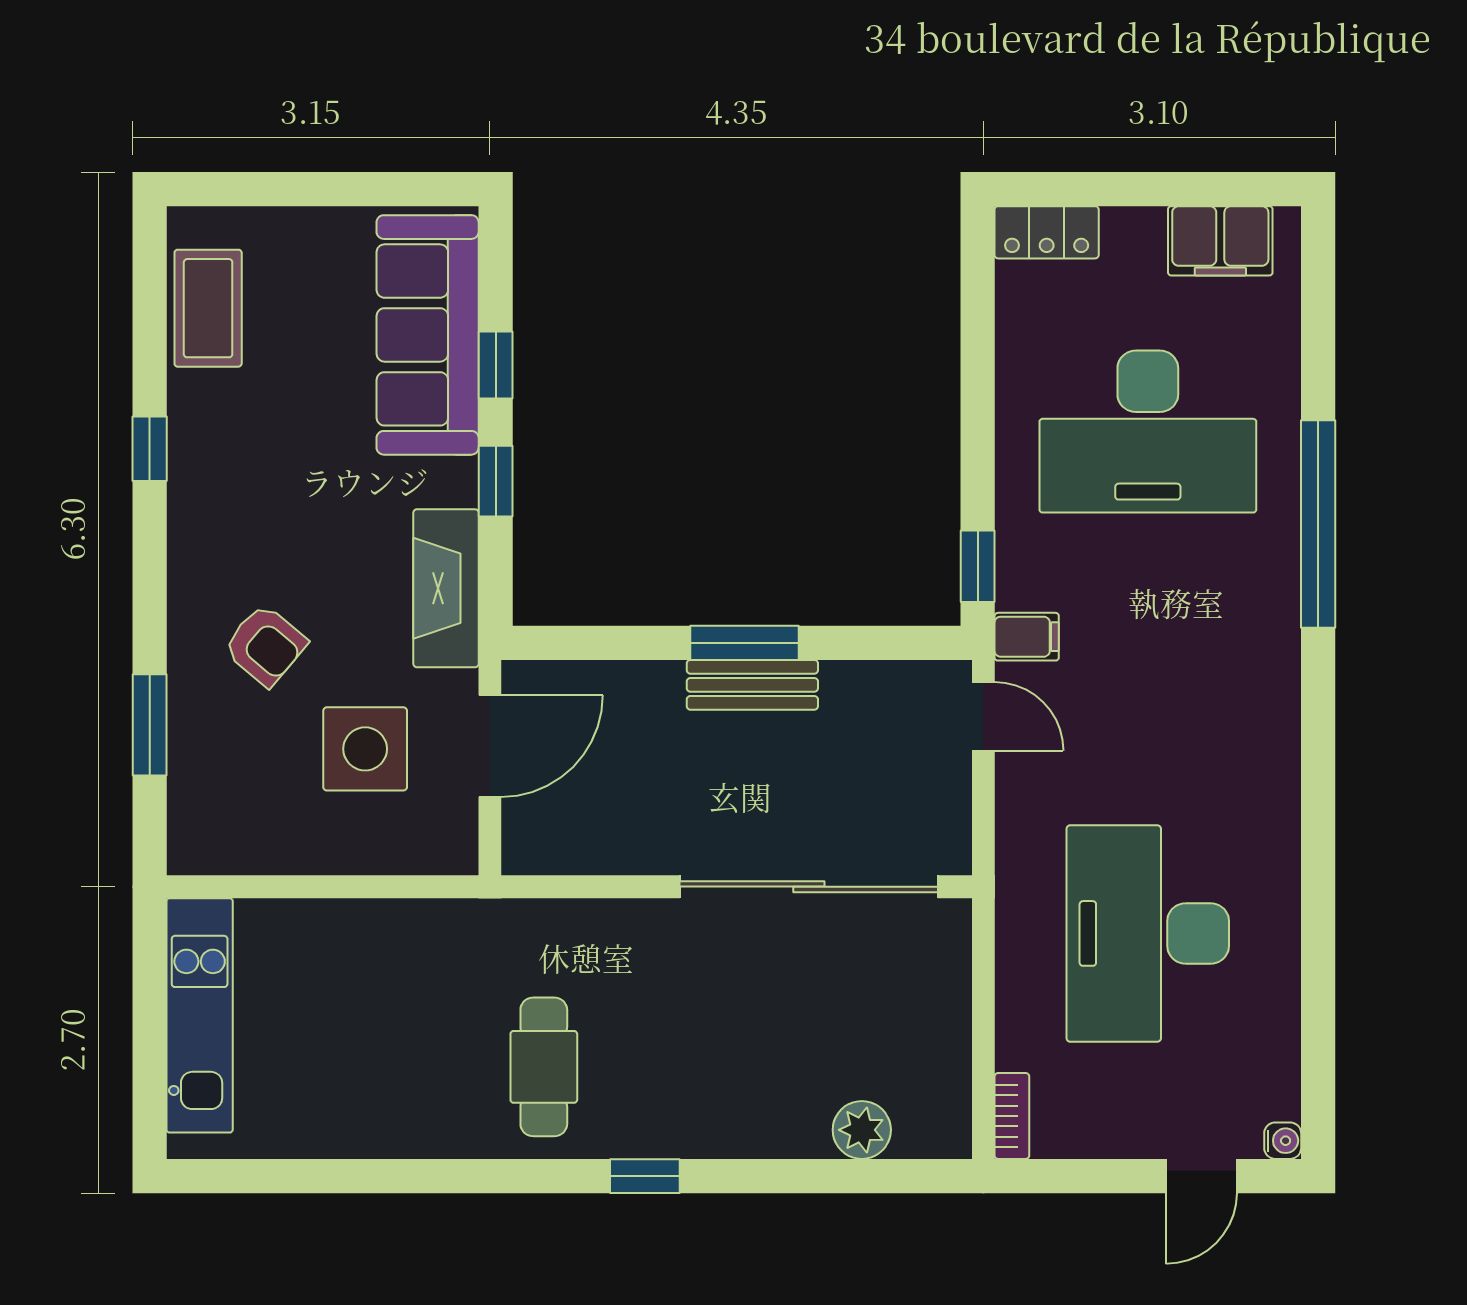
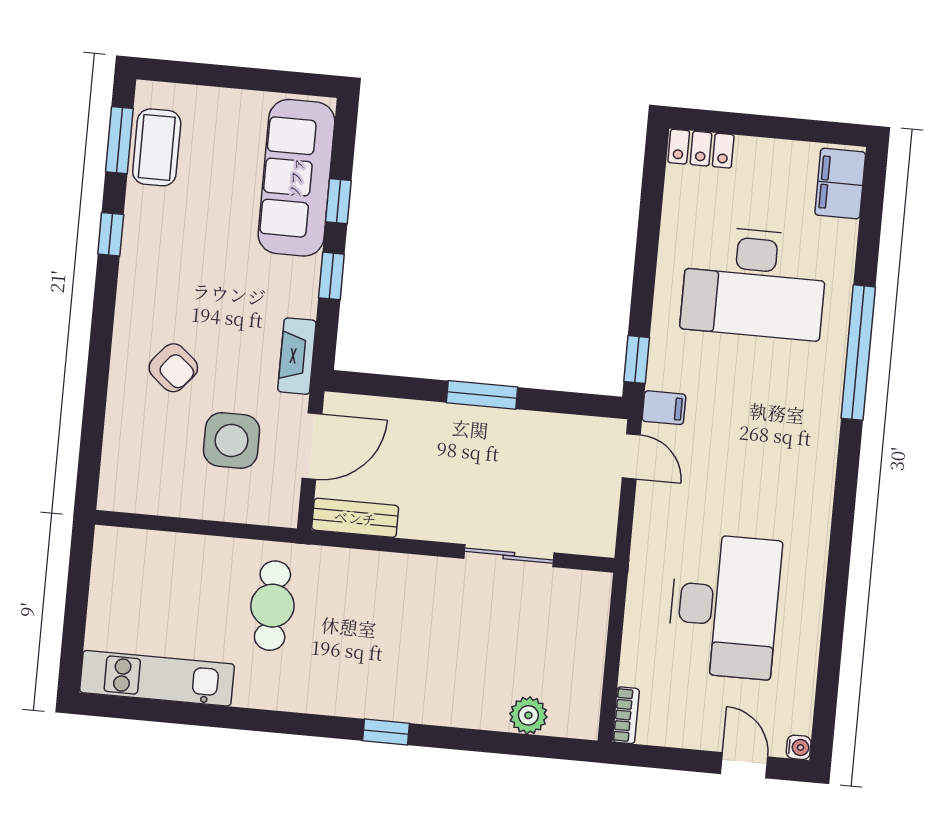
filing cabinet: (1220, 241) -> (840, 184), moved, turned 90
fireplace: (446, 588) -> (297, 356), width x0.73, depth x0.76
bench: (752, 685) -> (355, 518), moved
window: (150, 725) -> (119, 140), moved
sliding door: (809, 887) -> (509, 556), width x0.54
desk: (1148, 933) -> (724, 606), turned 180
kitchen unit: (200, 1015) -> (157, 678), moved, turned -90
cafe table: (544, 1067) -> (272, 606), moved
door: (1201, 1176) -> (744, 765), swing flipped

